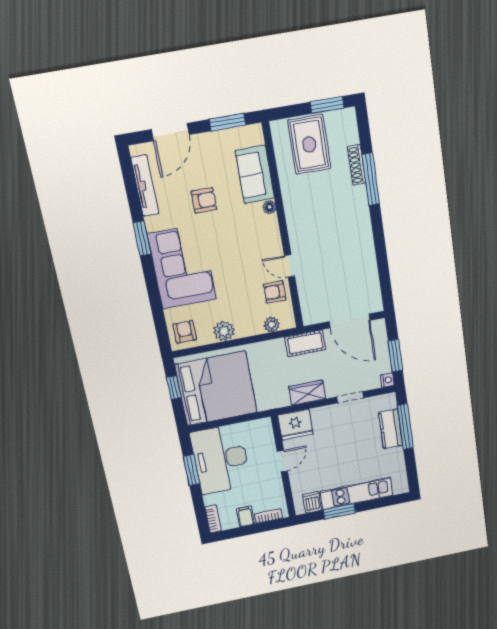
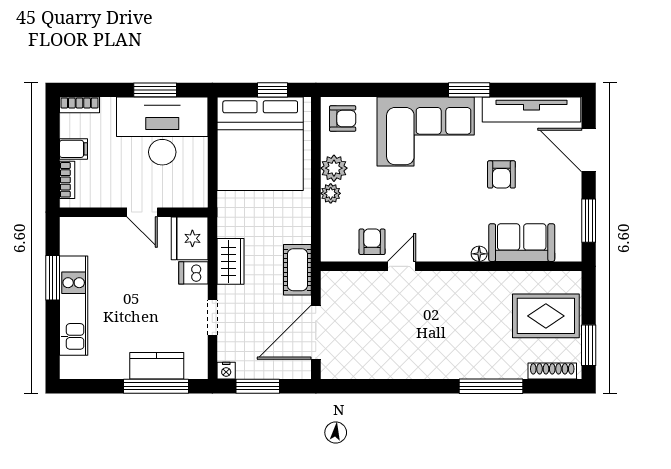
shoe rack: (357, 165) -> (552, 371), moved
tv unit: (145, 186) -> (531, 110), width x1.36, depth x1.29
plant: (271, 325) -> (331, 193), moved
dishwasher: (312, 502) -> (193, 273), moved, turned 180

